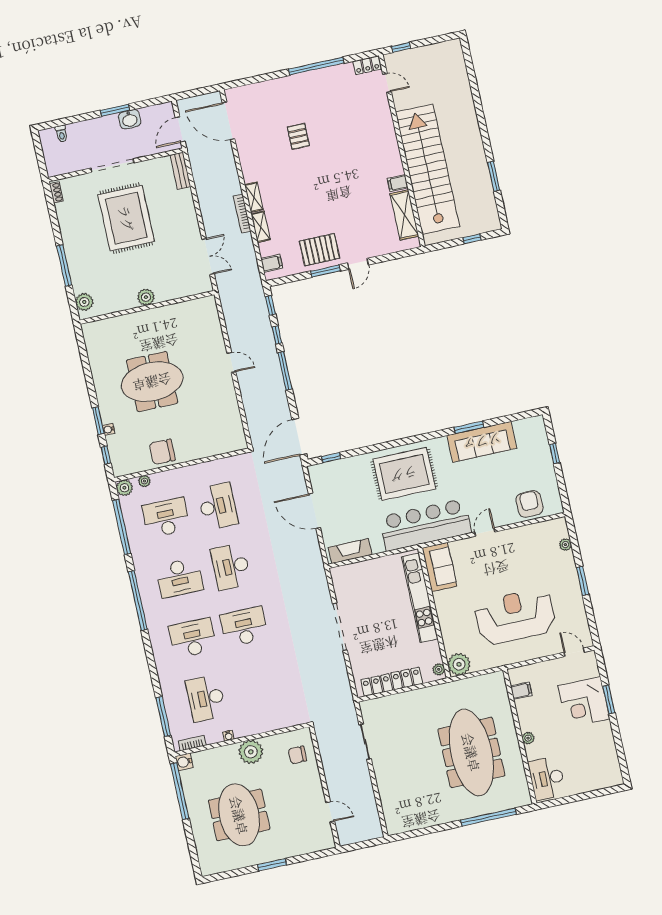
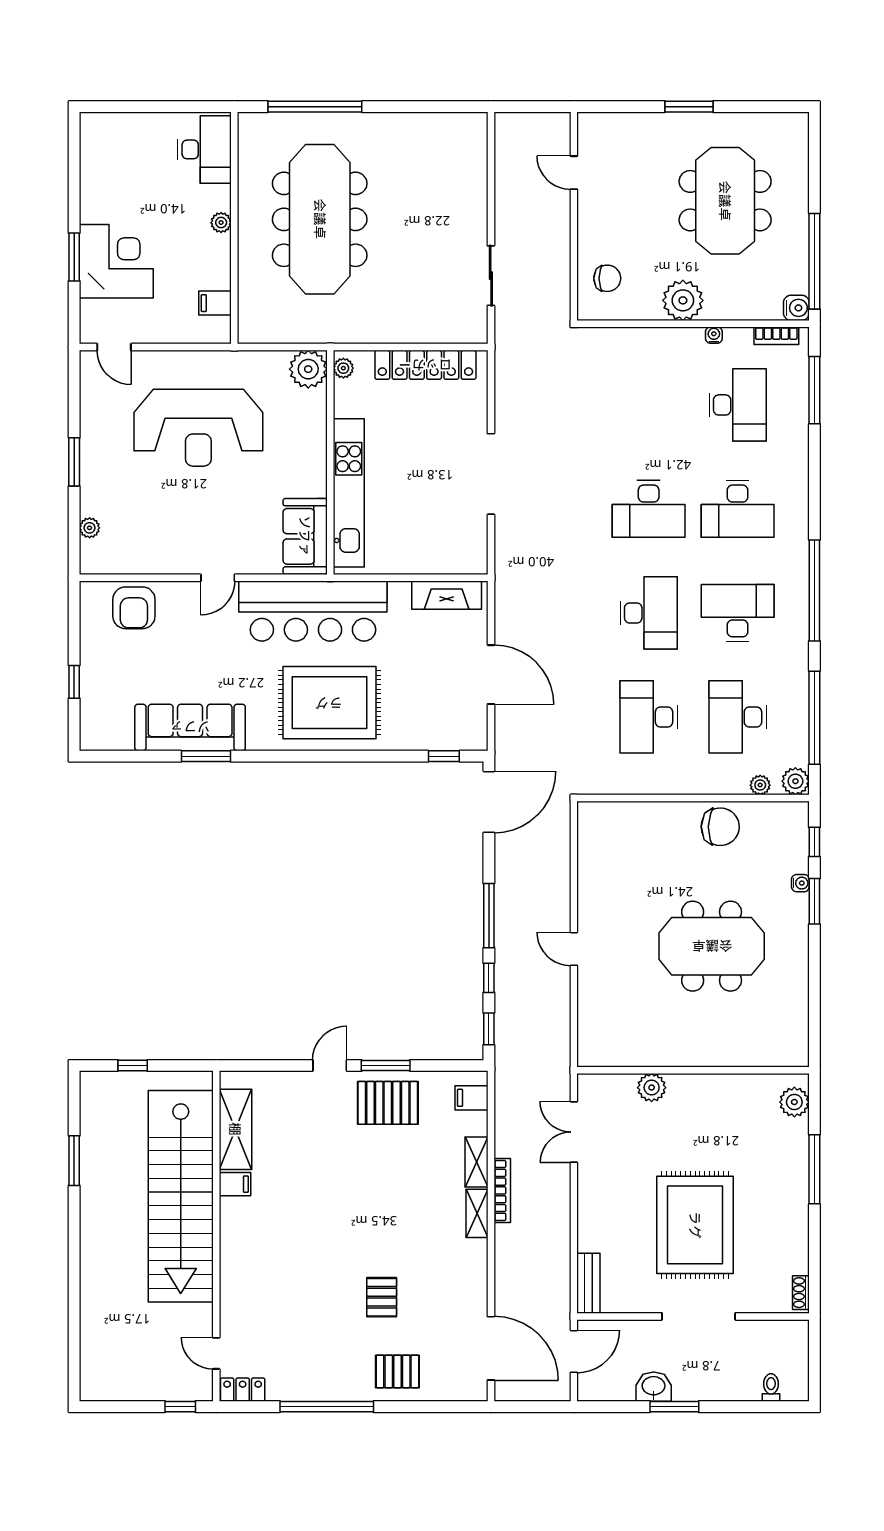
pallet: (280, 95) -> (397, 1371), added
plant: (146, 297) -> (652, 1088), moved
desk: (166, 518) -> (738, 717), turned 90

